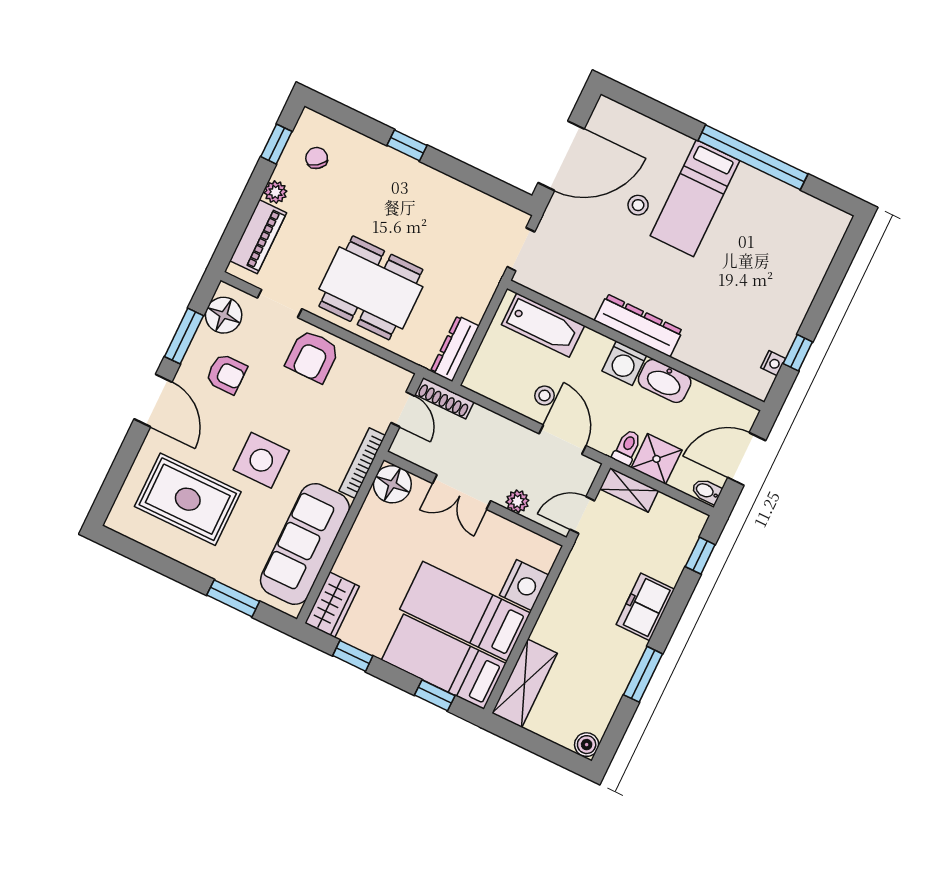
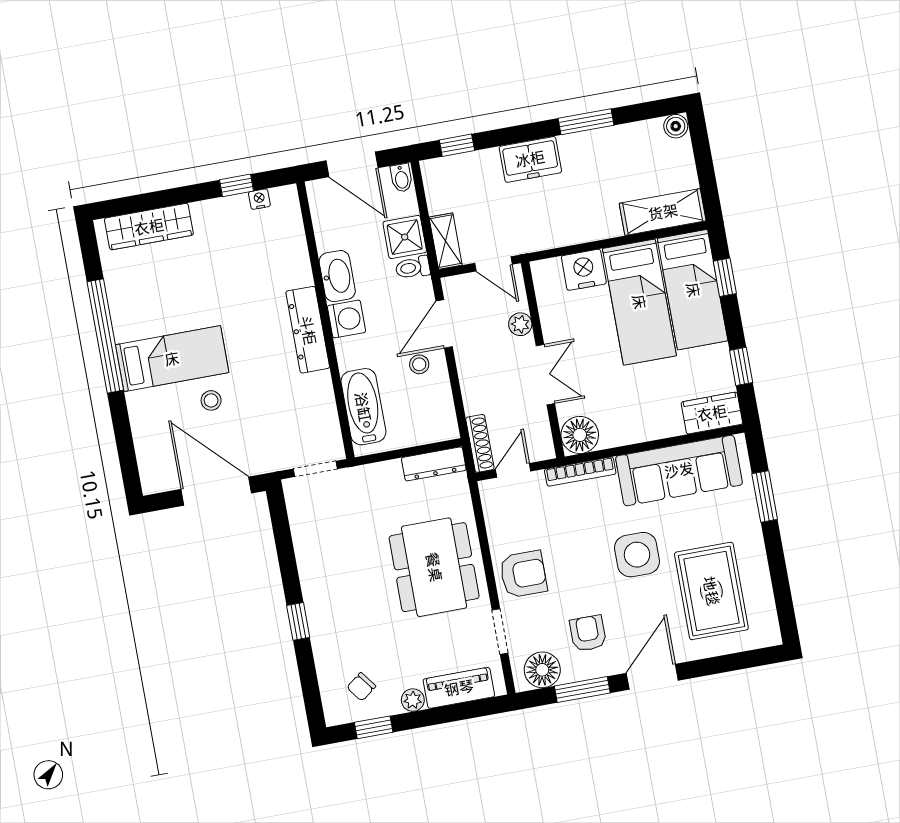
wardrobe: (816, 257) -> (149, 227), added

